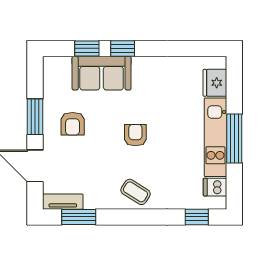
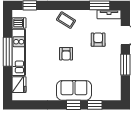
sofa: (102, 73) -> (74, 90), moved
armchair: (73, 124) -> (98, 40), moved

